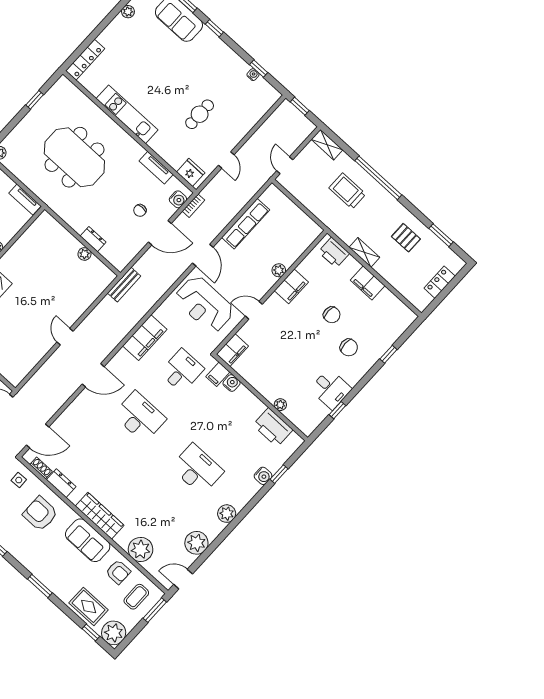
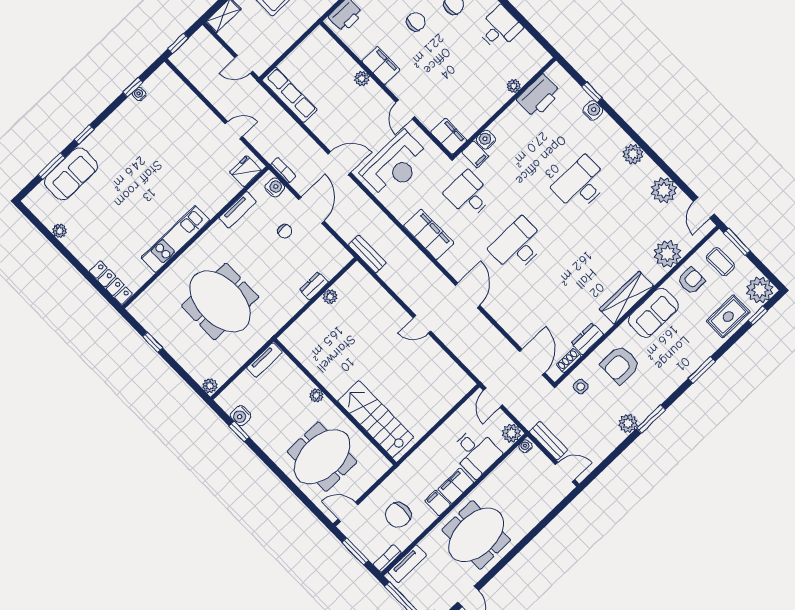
cafe table: (200, 114) -> (180, 157), removed
meeting table: (74, 157) -> (220, 301), turned 90
row of seats: (246, 224) -> (290, 95), moved
window: (337, 410) -> (524, 22), removed

